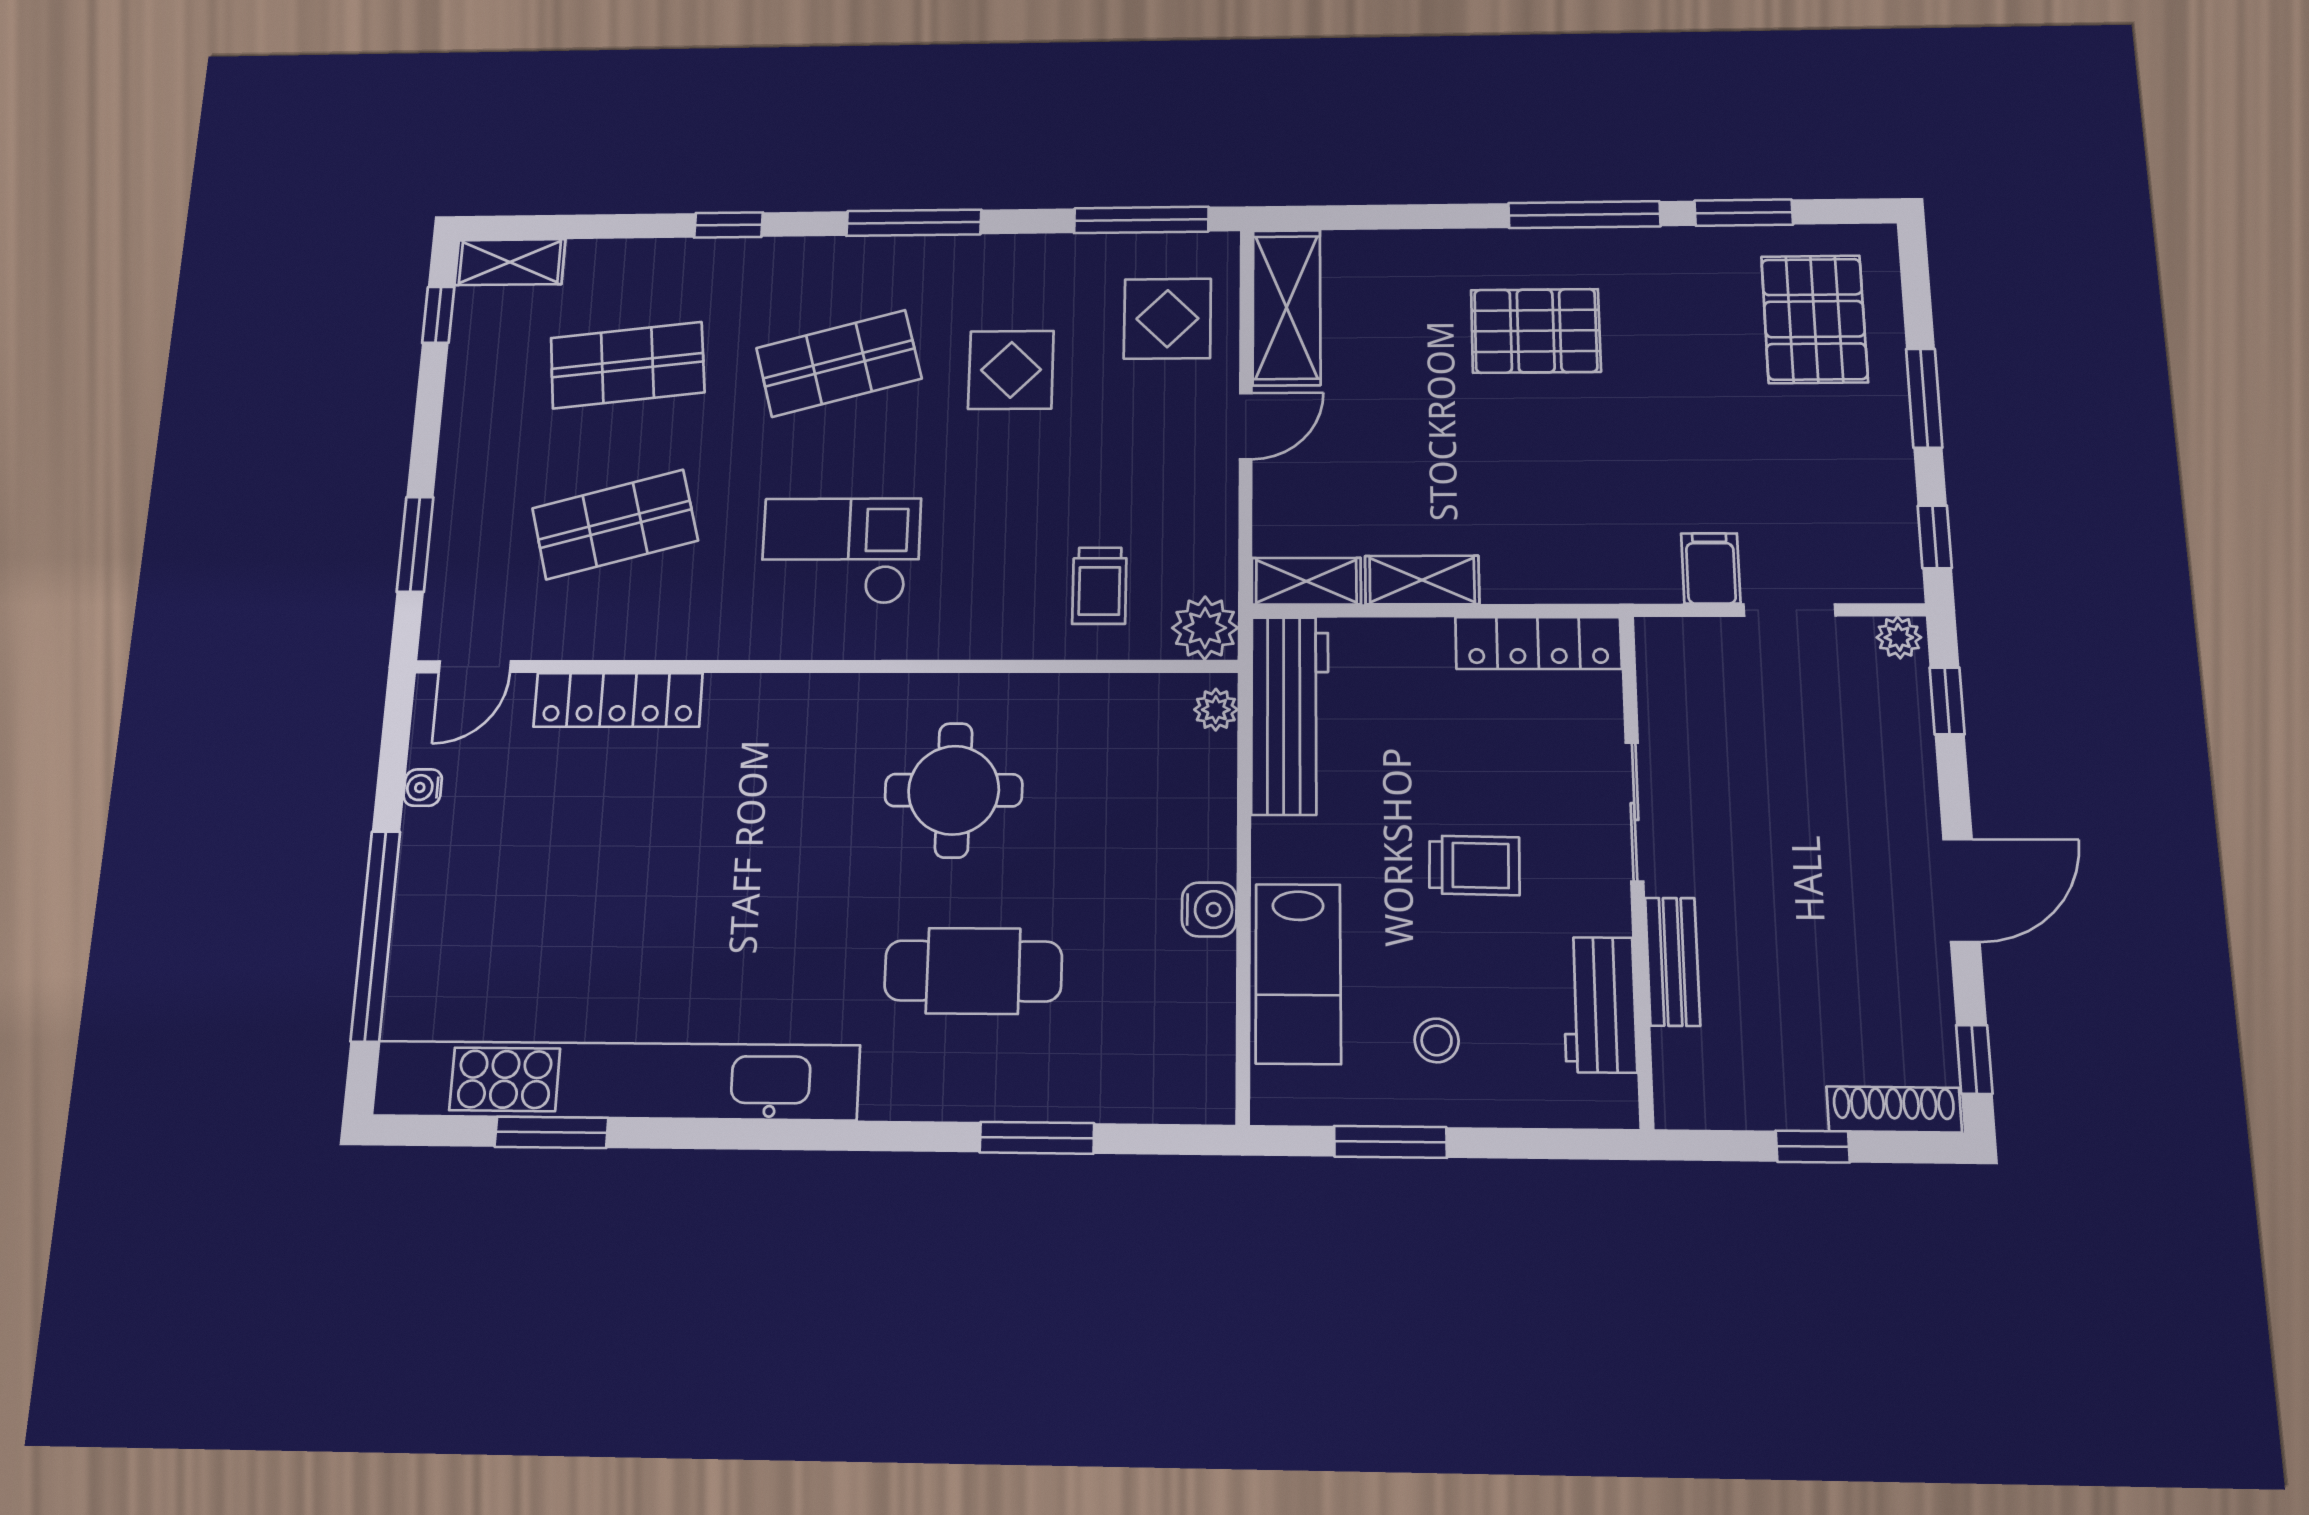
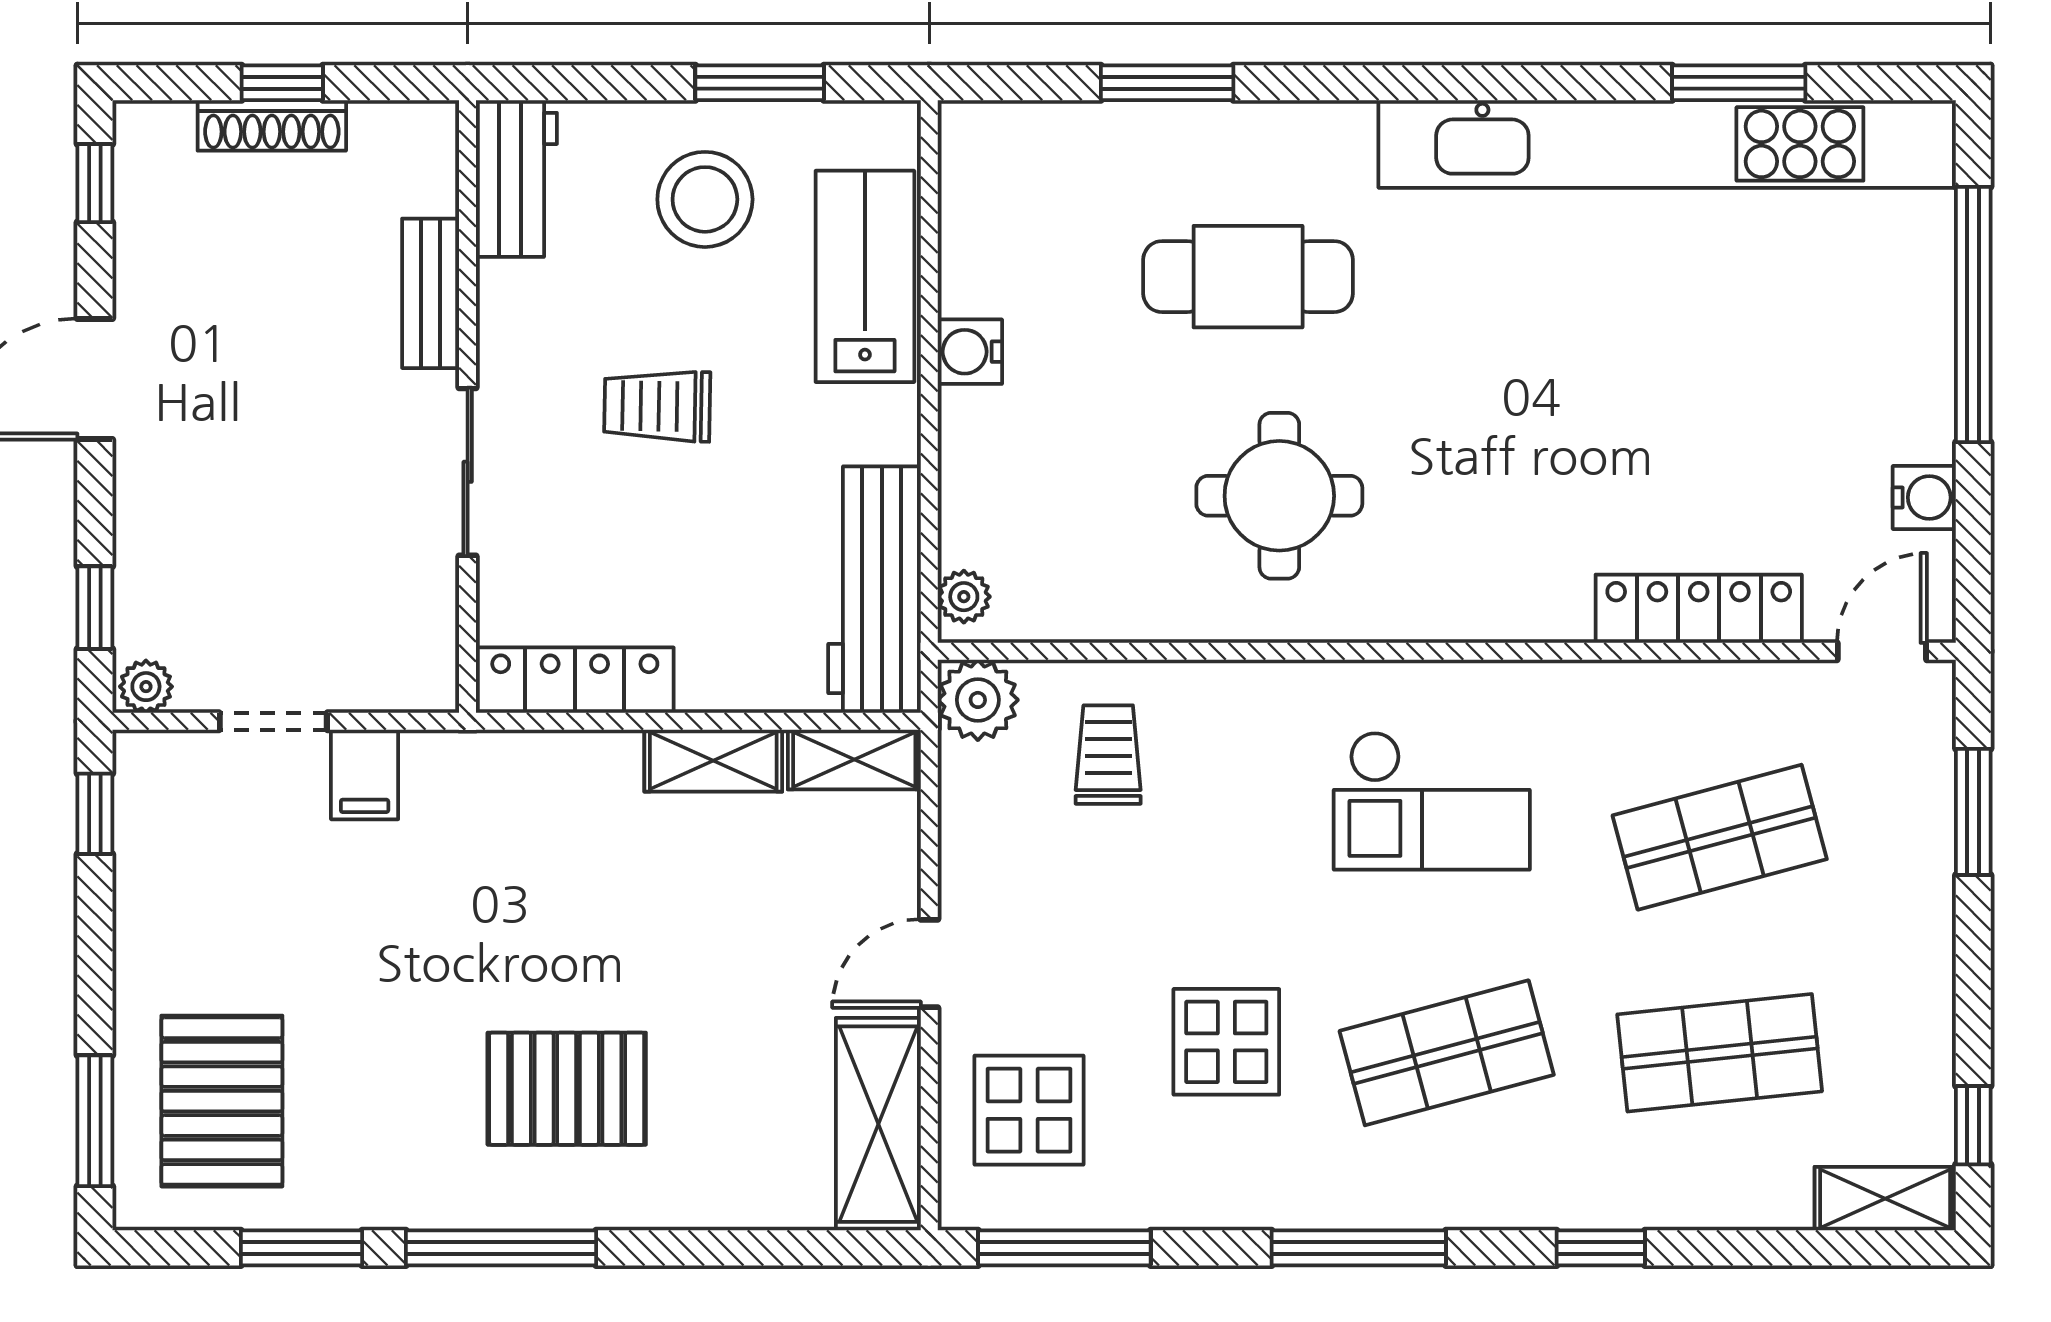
window: (1924, 398) -> (95, 1121), moved
water cooler: (423, 788) -> (1924, 497), width x1.38, depth x1.38
workbench: (1600, 1005) -> (516, 179), moved
stool: (1437, 1040) -> (705, 199), width x1.89, depth x1.89
shoe rack: (1894, 1109) -> (272, 125), moved

